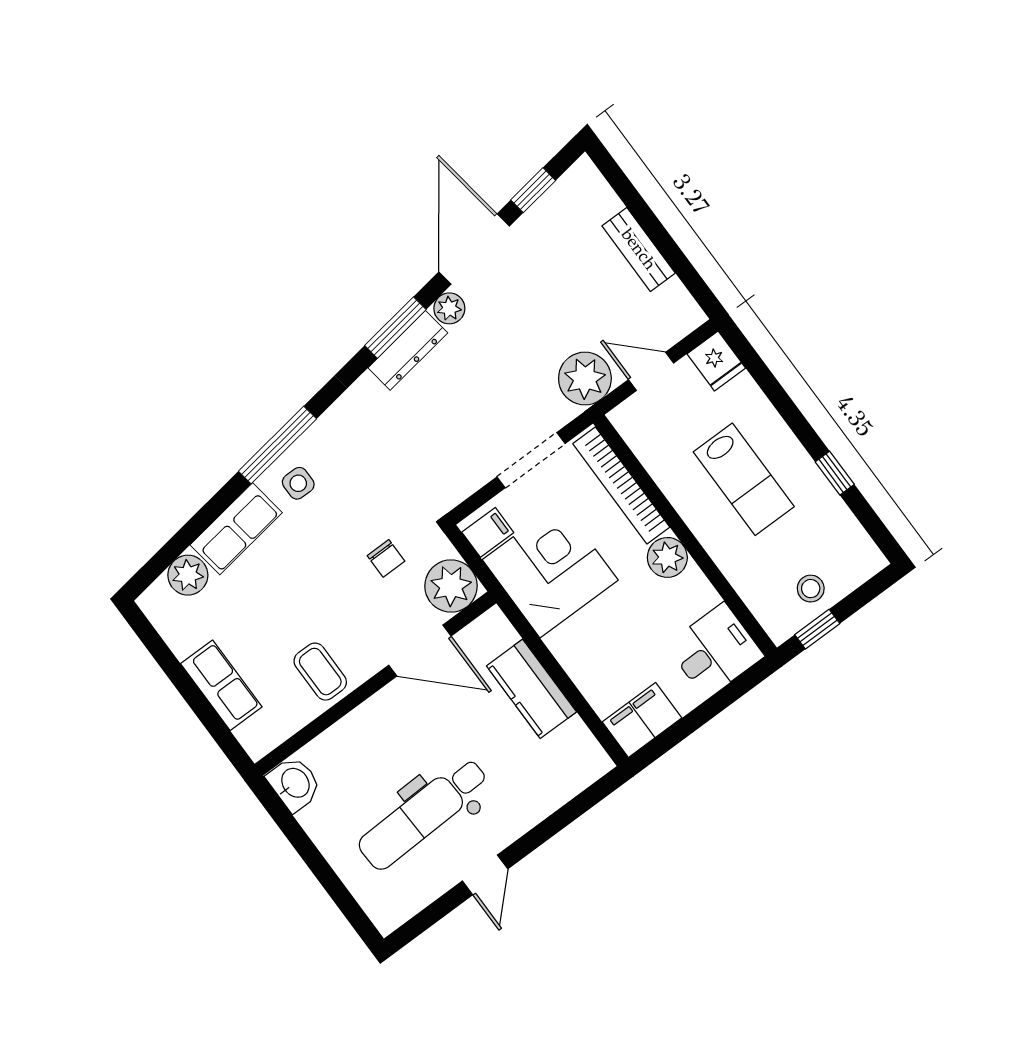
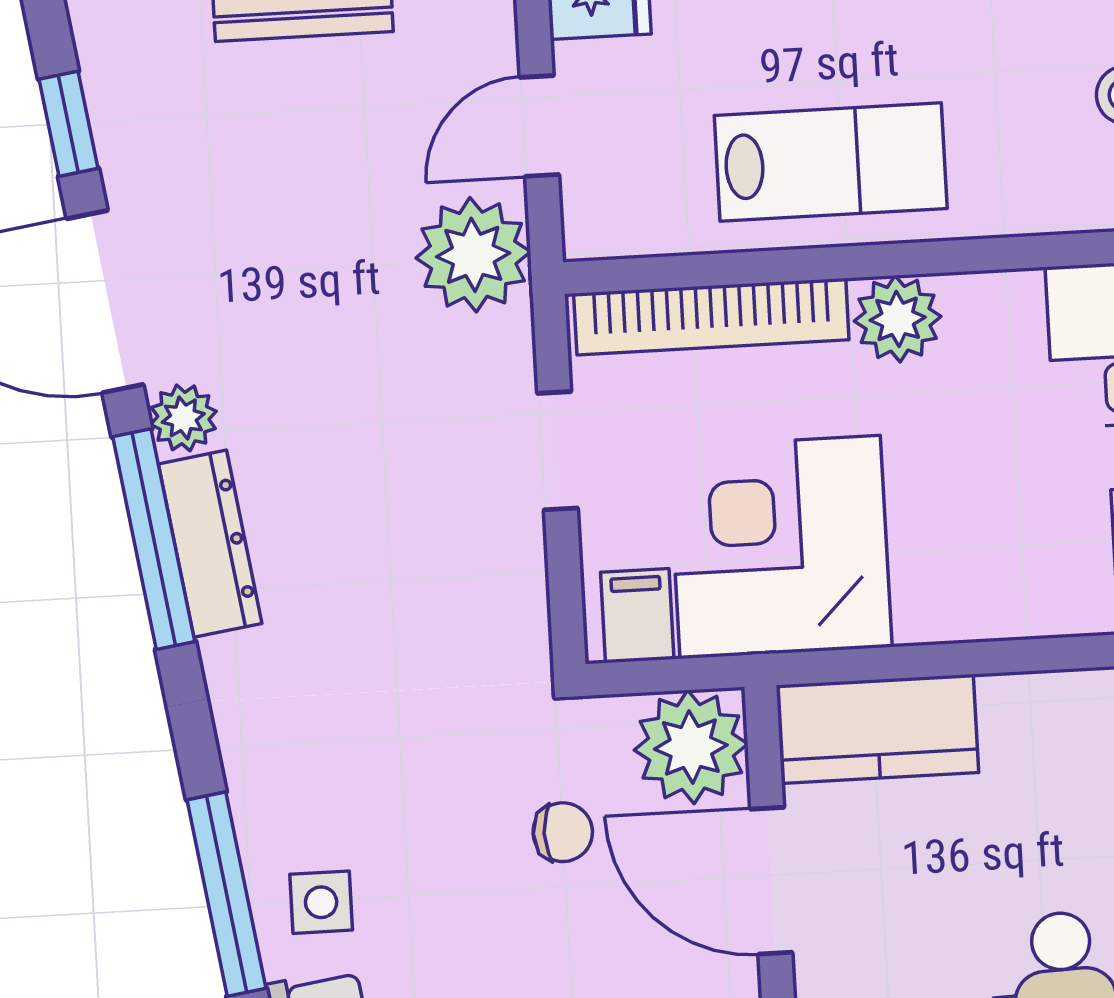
window: (395, 328) -> (154, 539), width x1.44
doorway: (531, 460) -> (557, 451), width x0.73
lab bench: (744, 479) -> (831, 162), moved
door: (420, 651) -> (771, 881), swing flipped
kitchen counter: (531, 689) -> (877, 729), moved

